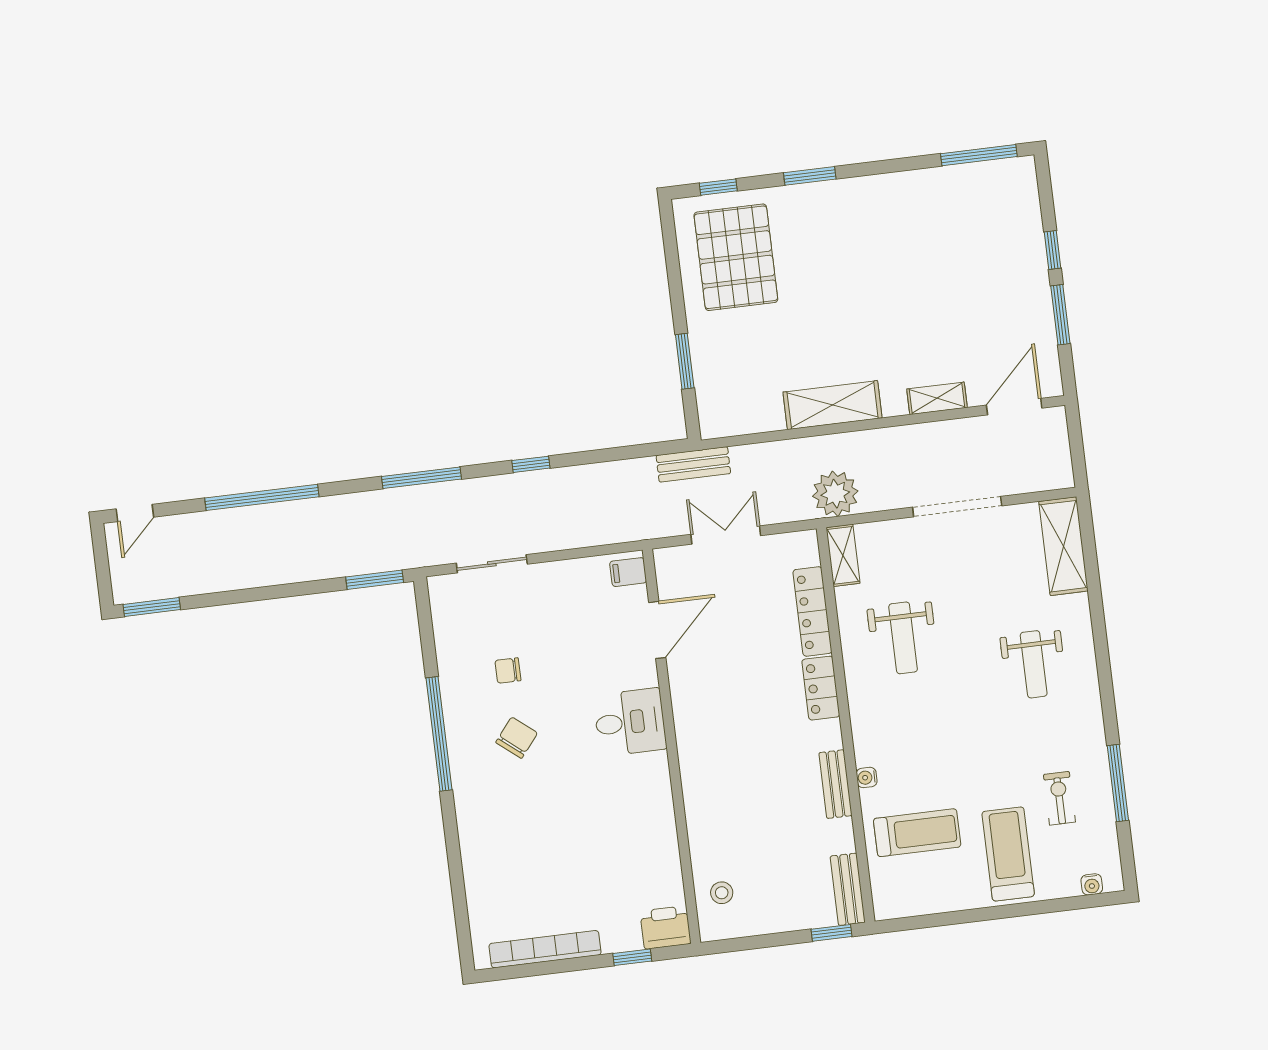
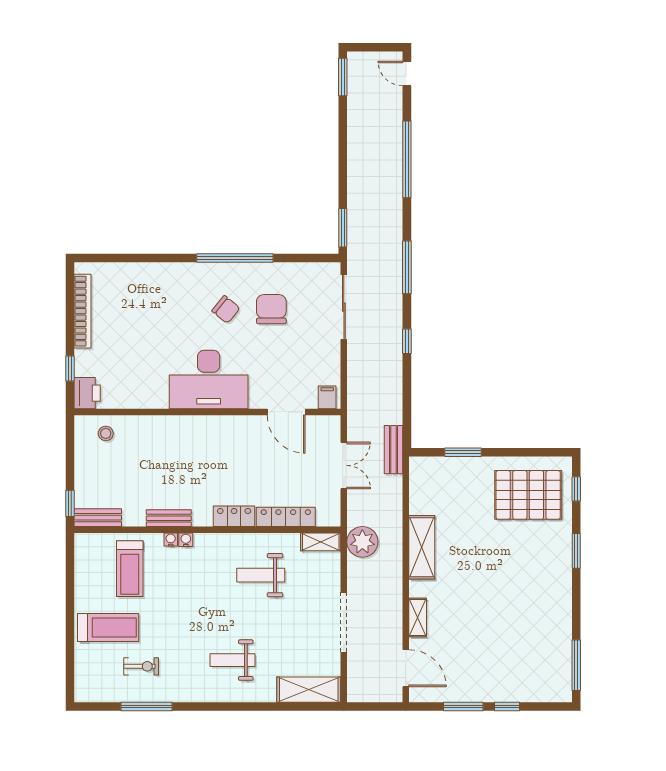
sliding door: (492, 564) -> (344, 307), width x1.37
chair: (508, 671) -> (271, 309), width x1.87, depth x1.87
desk: (630, 722) -> (209, 379), width x1.87, depth x1.30
water cooler: (1092, 884) -> (186, 540), moved, turned 90

